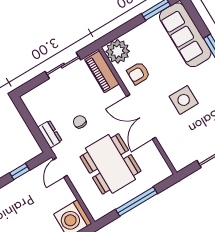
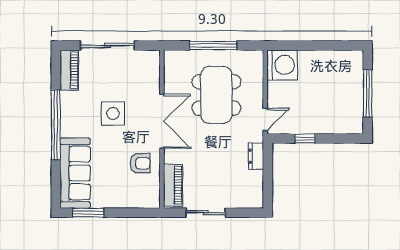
plant: (118, 51) -> (147, 195), removed
chair: (80, 122) -> (221, 151), removed

